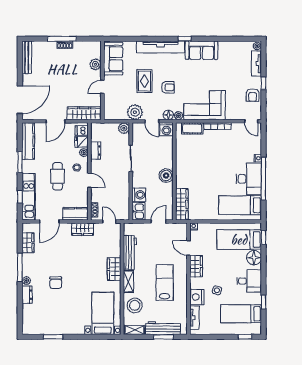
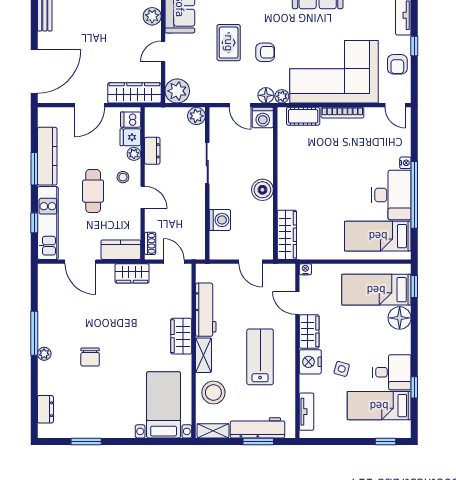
corner sofa: (205, 105) -> (334, 72), width x1.36, depth x1.36
plant: (135, 112) -> (177, 91), moved
kitchen counter: (28, 141) -> (47, 156), moved
kitchen sink: (138, 211) -> (219, 246), removed
door: (49, 222) -> (80, 262), hinge flipped
door: (159, 222) -> (251, 262), swing flipped
wardrobe: (28, 243) -> (47, 295), removed
desk: (249, 281) -> (392, 372), moved
dresser: (27, 295) -> (45, 409), moved
nightstand: (197, 297) -> (310, 362), moved

